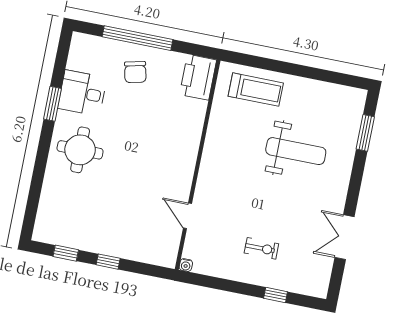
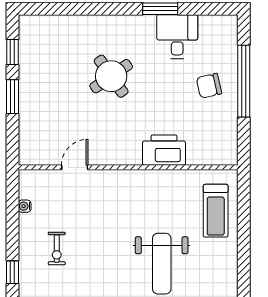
printer: (198, 77) -> (164, 150), moved
round table: (80, 150) -> (111, 76), moved, turned -35
window: (108, 262) -> (12, 97), width x1.50
water cooler: (186, 265) -> (25, 206), moved

